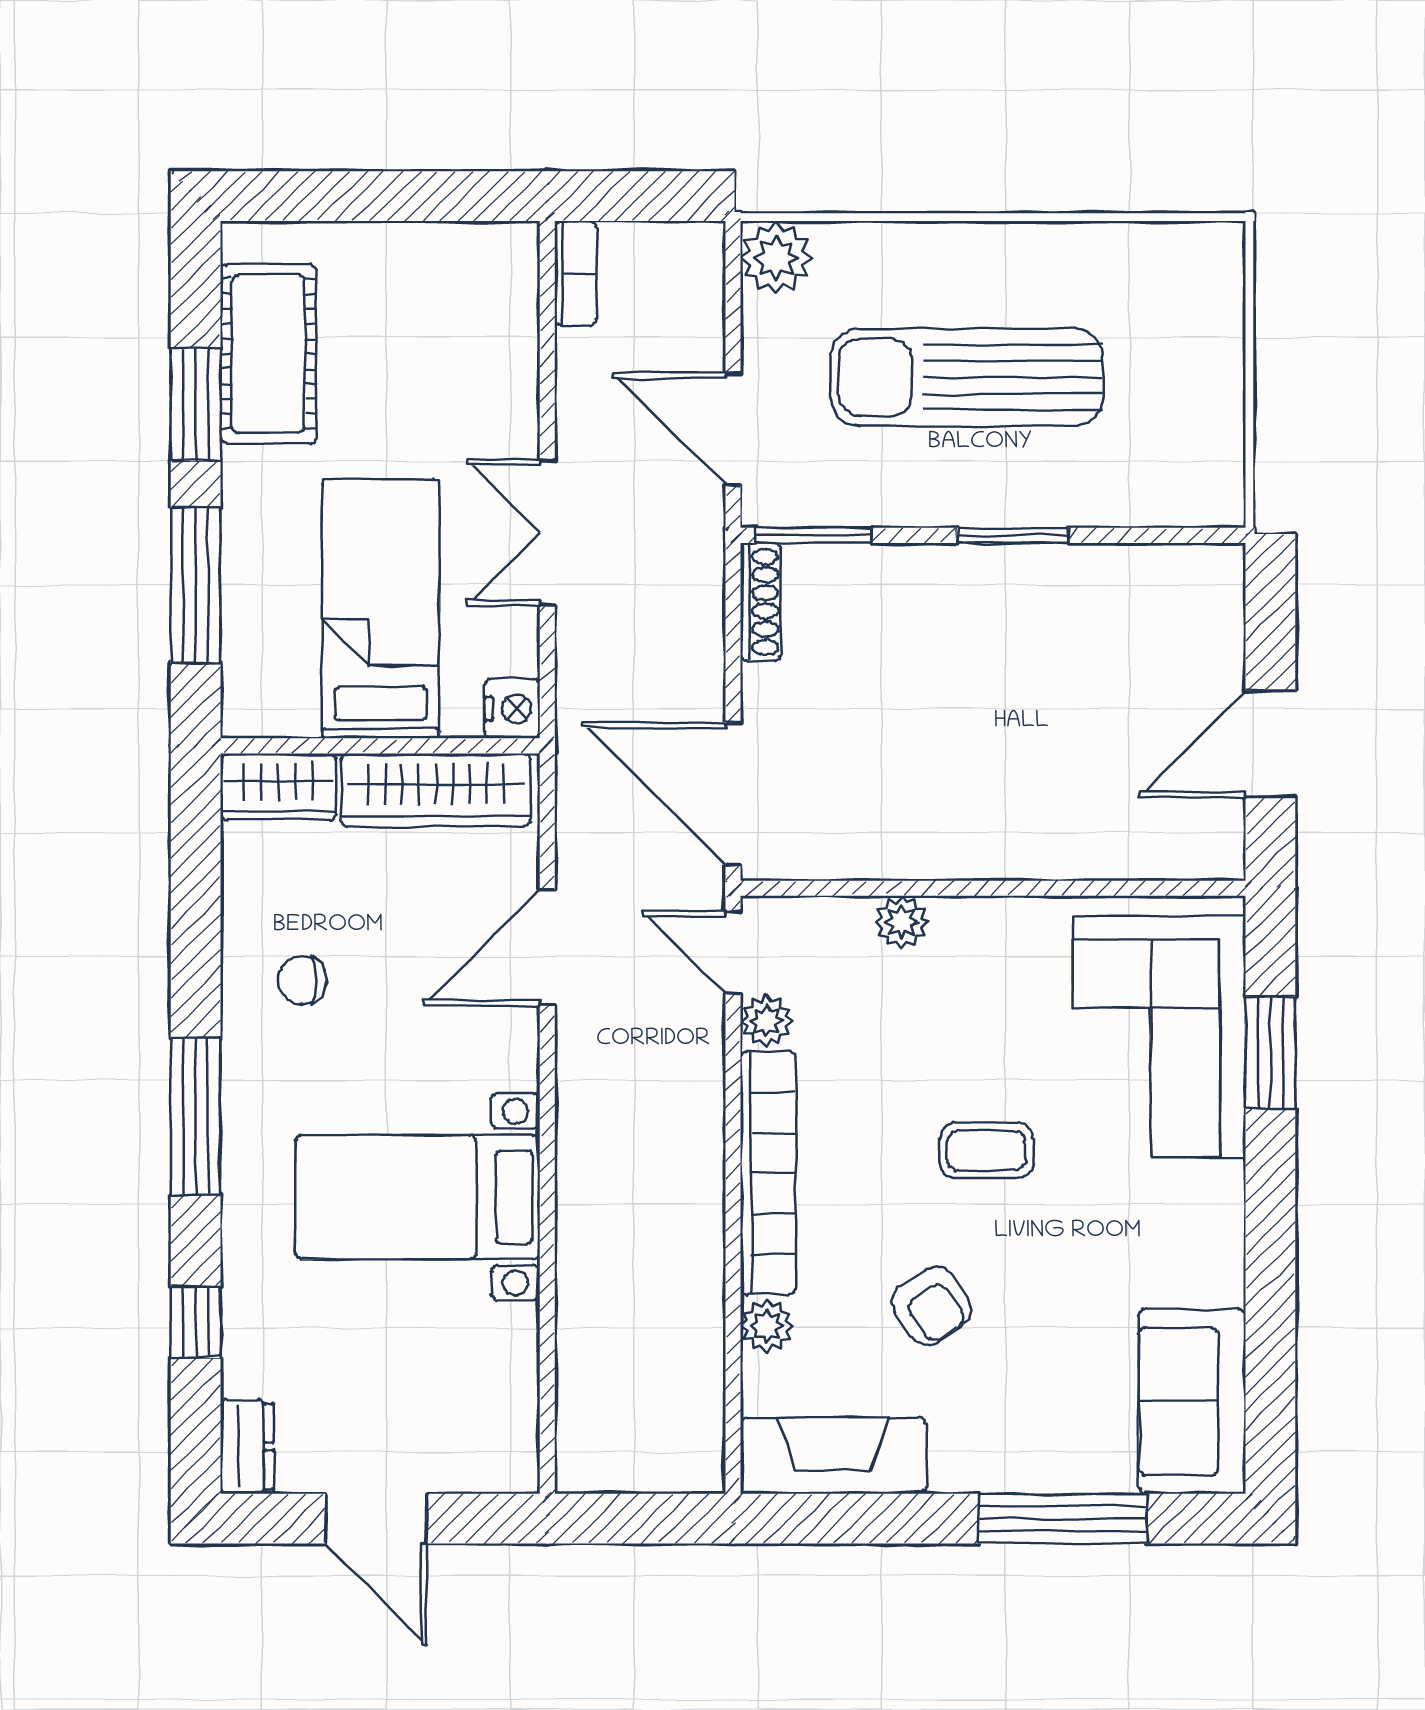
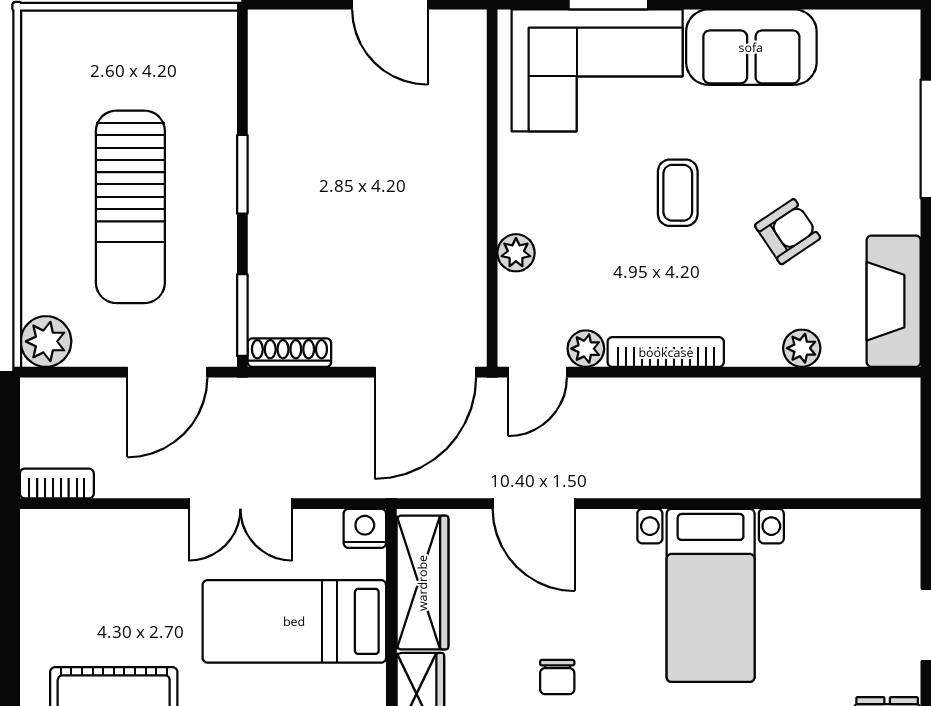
bookcase: (768, 1173) -> (666, 352), width x0.68, depth x0.76
sofa: (1192, 1402) -> (751, 47), moved

